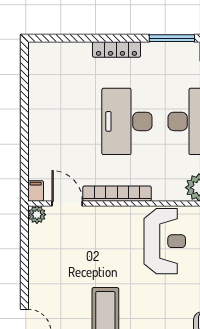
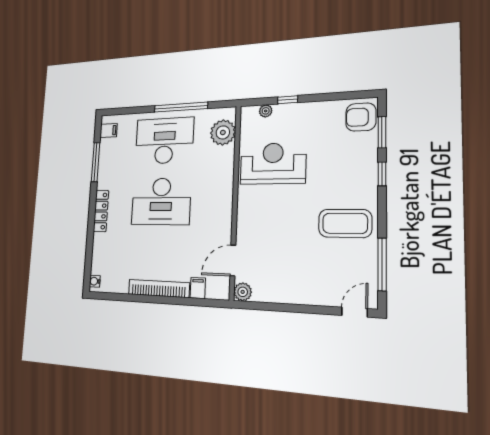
water cooler: (40, 48) -> (95, 281), added
filing cabinet: (36, 191) -> (198, 288), moved, turned 90
bookcase: (117, 194) -> (159, 288), moved, turned 90

